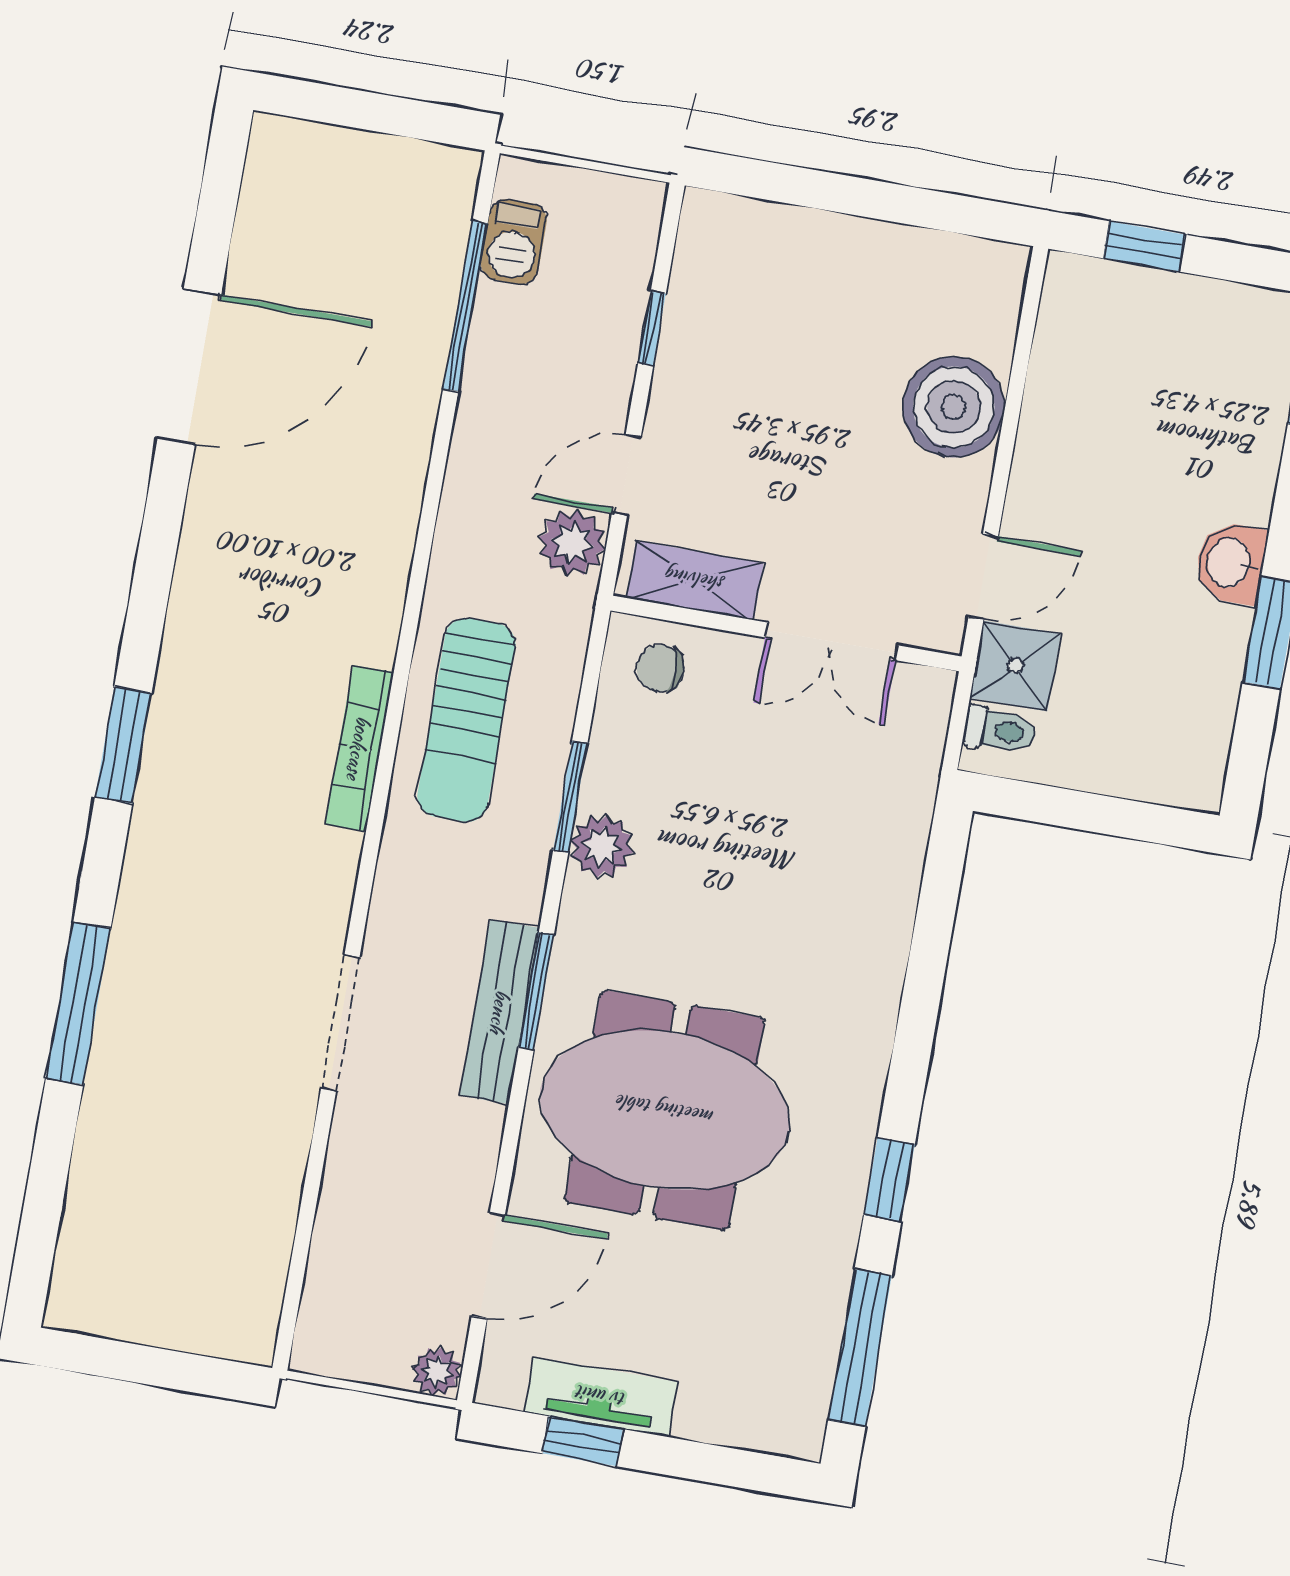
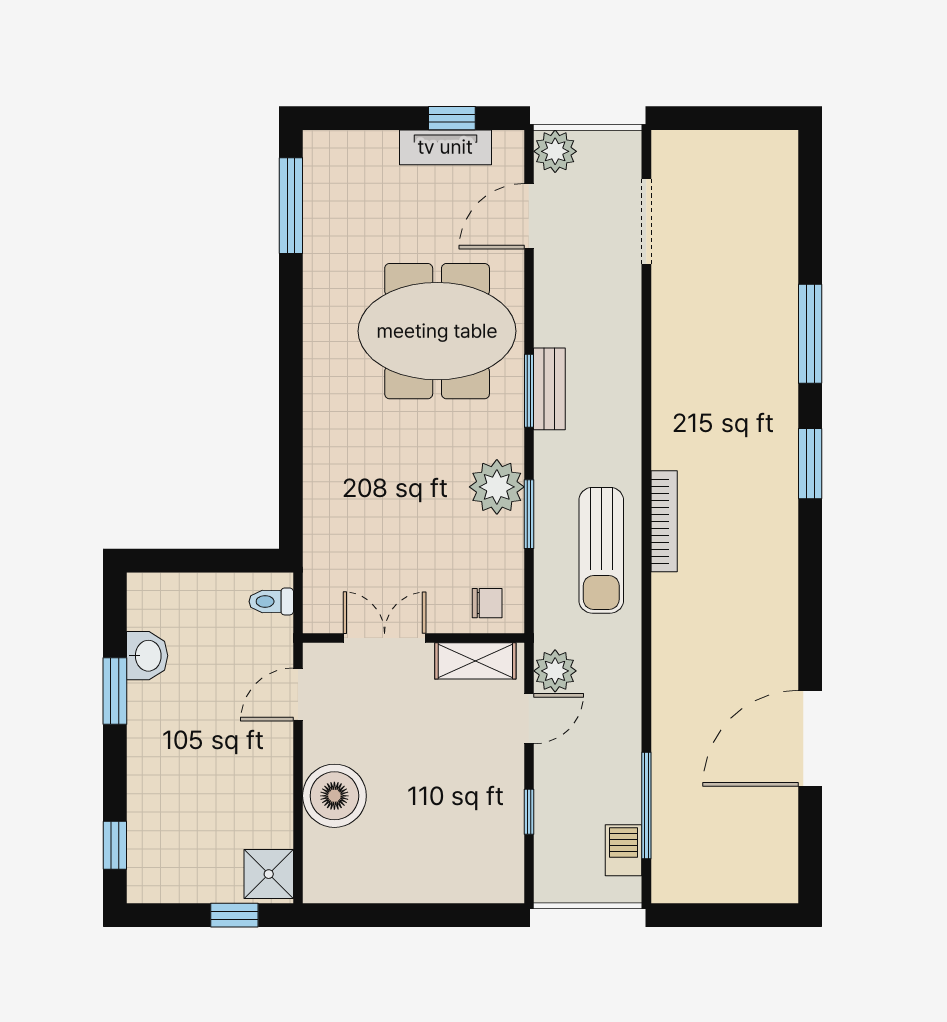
washbasin: (1230, 563) -> (147, 656), moved
shower: (1015, 666) -> (269, 874), moved
sun lounger: (466, 720) -> (601, 550), turned 180
window: (123, 745) -> (810, 464), moved
plant: (602, 847) -> (497, 487), width x1.36, depth x1.36
bench: (500, 1012) -> (549, 389), width x0.73
doorway: (340, 1023) -> (646, 222), moved
window: (889, 1180) -> (291, 312), removed
plant: (437, 1372) -> (555, 151), width x1.38, depth x1.38

